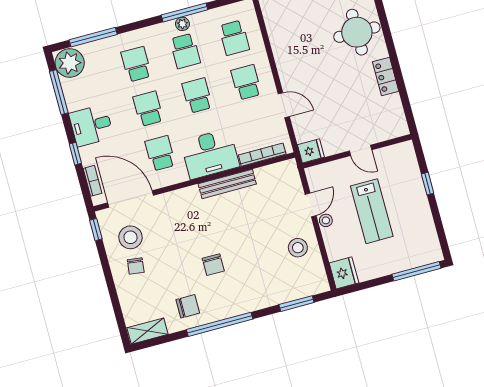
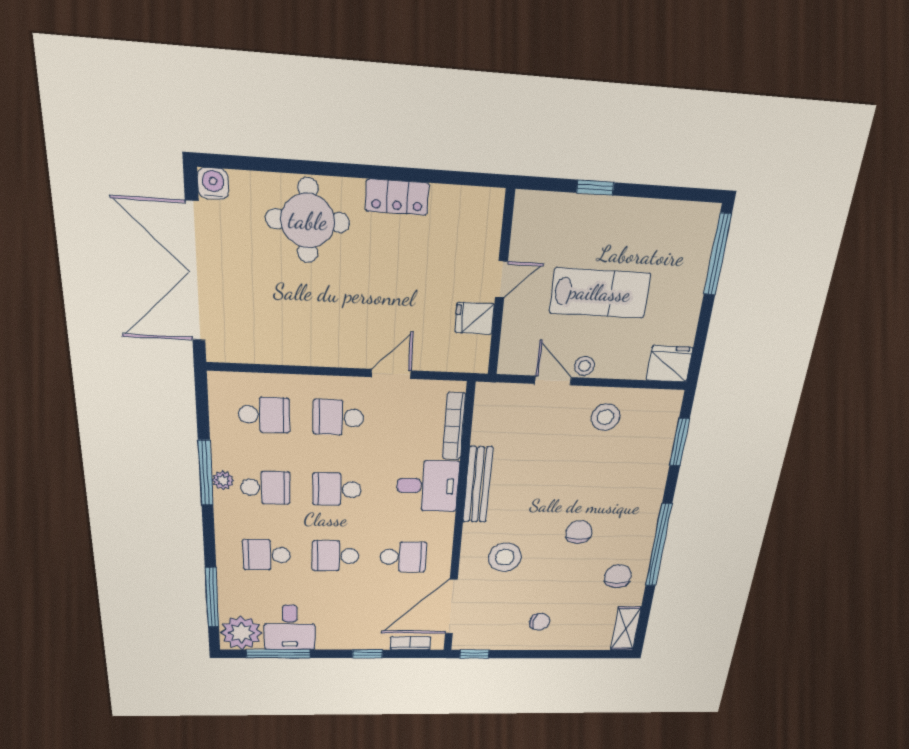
desk: (91, 125) -> (290, 628), moved
fridge: (311, 151) -> (475, 318), moved, turned -90
school desk: (160, 153) -> (403, 557), turned 180
desk: (210, 154) -> (428, 486), width x0.73
stool: (131, 237) -> (505, 557), moved
chair: (213, 265) -> (579, 532), turned -90

